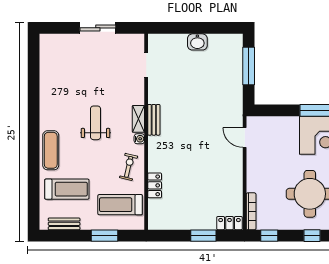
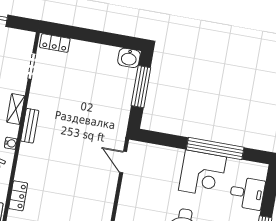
locker: (163, 40) -> (55, 43), added
washbasin: (197, 42) -> (129, 58), moved
shelving: (138, 119) -> (16, 109), moved

